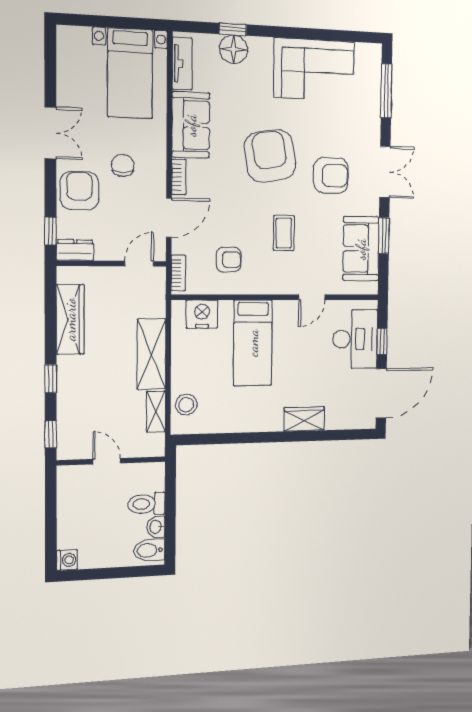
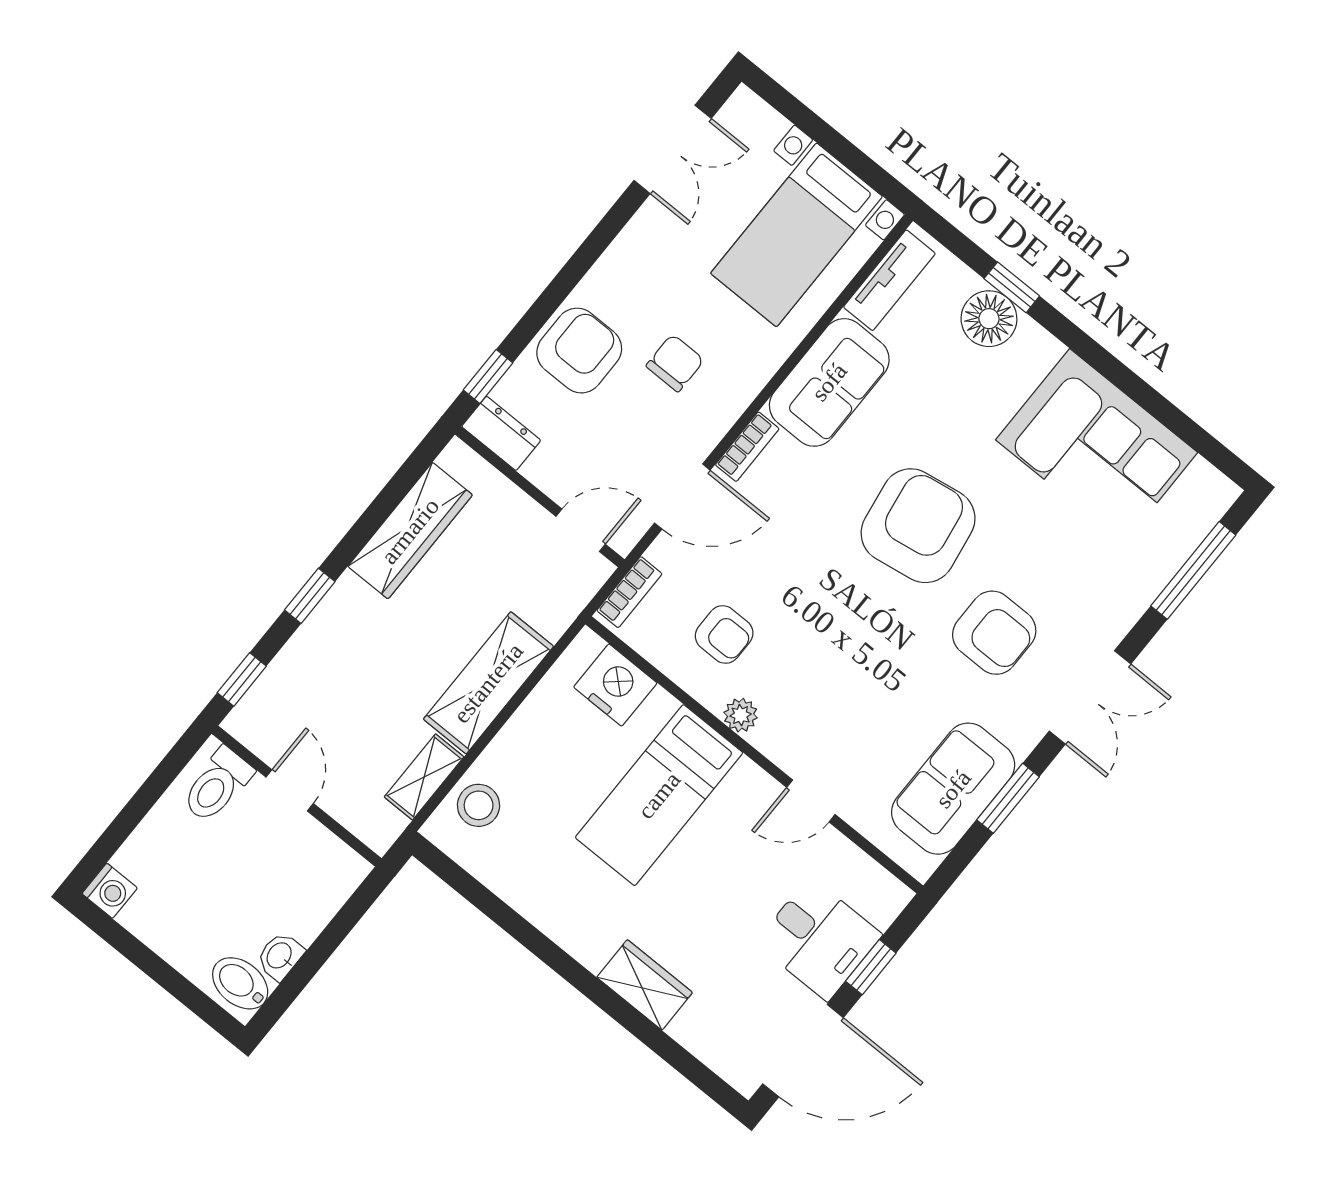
double door: (50, 133) -> (673, 149), moved
coffee table: (284, 233) -> (845, 663), removed
plant: (260, 286) -> (741, 715), added
desk: (355, 339) -> (819, 939), width x0.73
toilet: (146, 504) -> (217, 785), moved, turned -90

